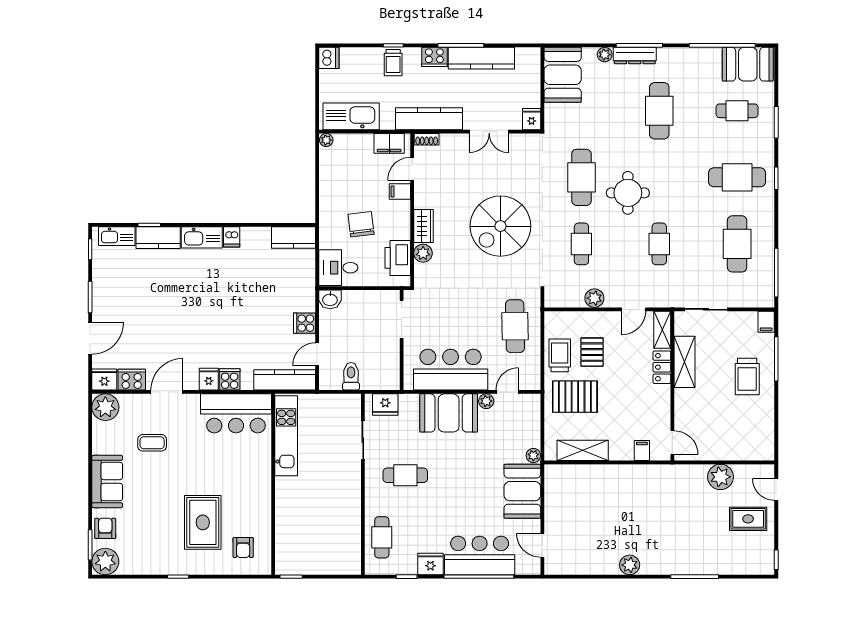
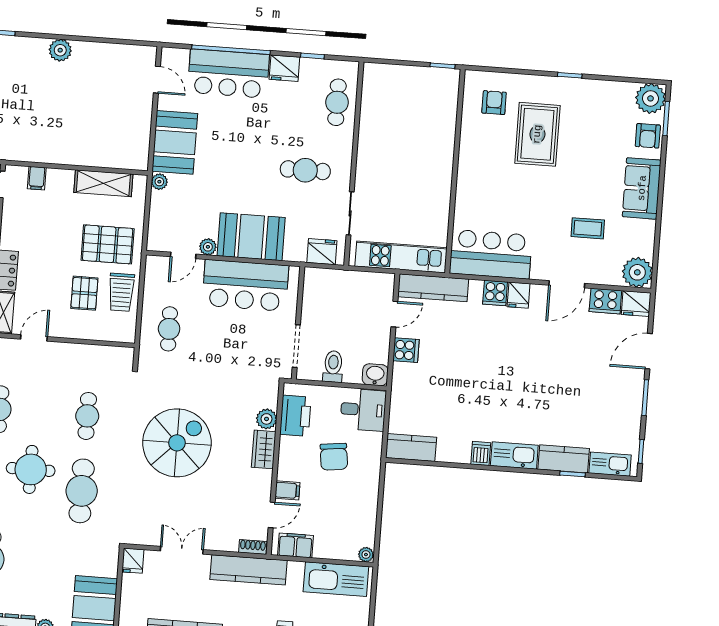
plant: (594, 298) -> (77, 354), removed
cafe table: (515, 326) -> (169, 329), width x0.73, depth x0.74
toilet: (351, 376) -> (333, 366), moved, turned 180
kitchen unit: (286, 436) -> (401, 257), moved, turned 90

